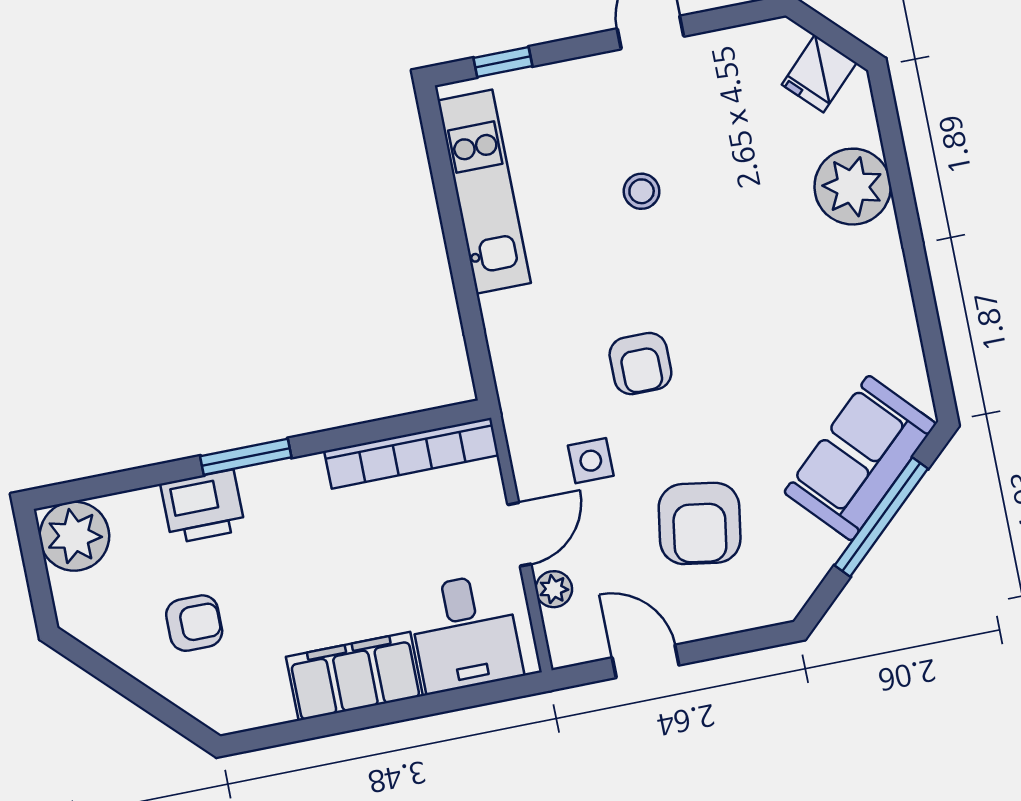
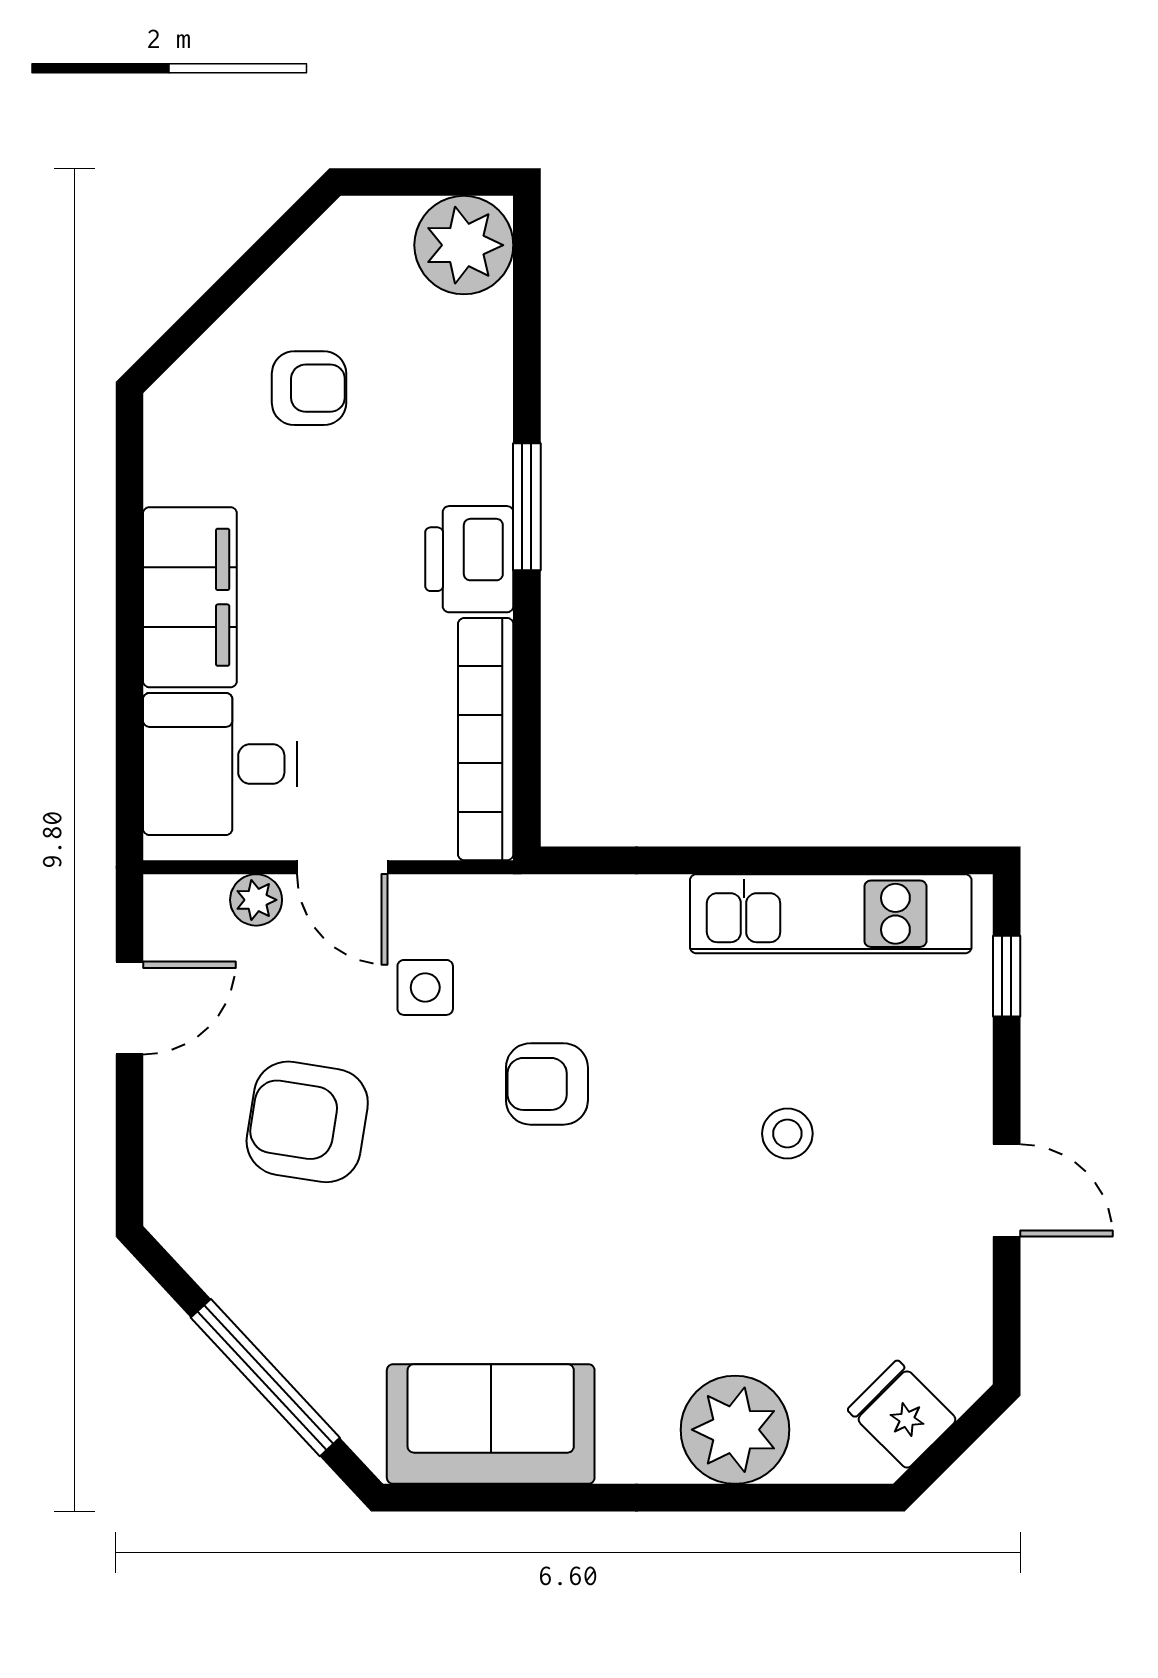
sofa: (860, 458) -> (491, 1424), moved, turned -47
printer: (203, 507) -> (469, 559), moved
armchair: (194, 623) -> (309, 388), turned -90

